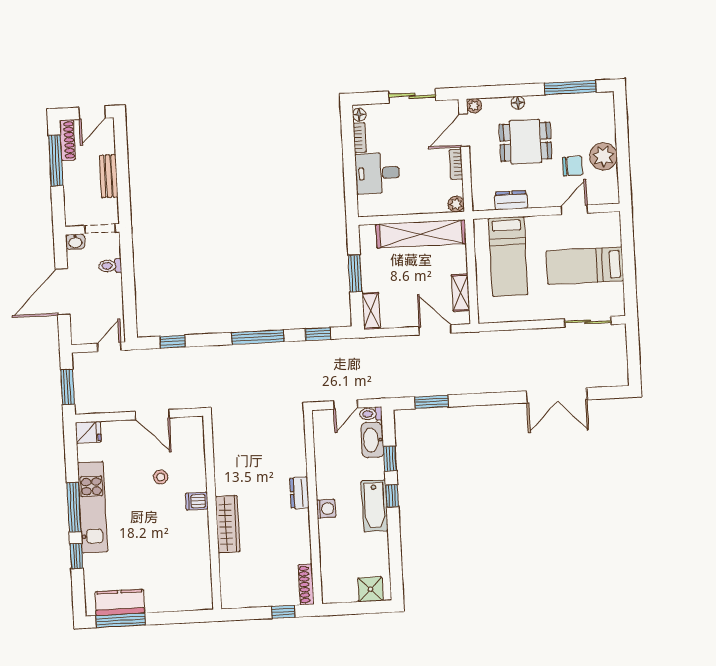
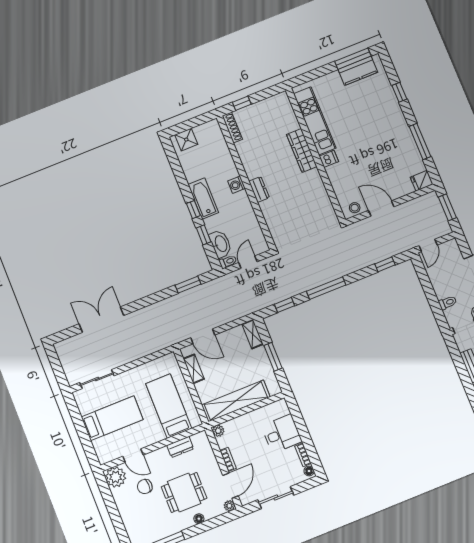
plant: (603, 156) -> (116, 477), moved
door: (574, 210) -> (133, 456), hinge flipped
stool: (161, 477) -> (355, 208), moved
window: (74, 507) -> (420, 141), moved
kitchen unit: (93, 507) -> (315, 121), moved, turned 180

